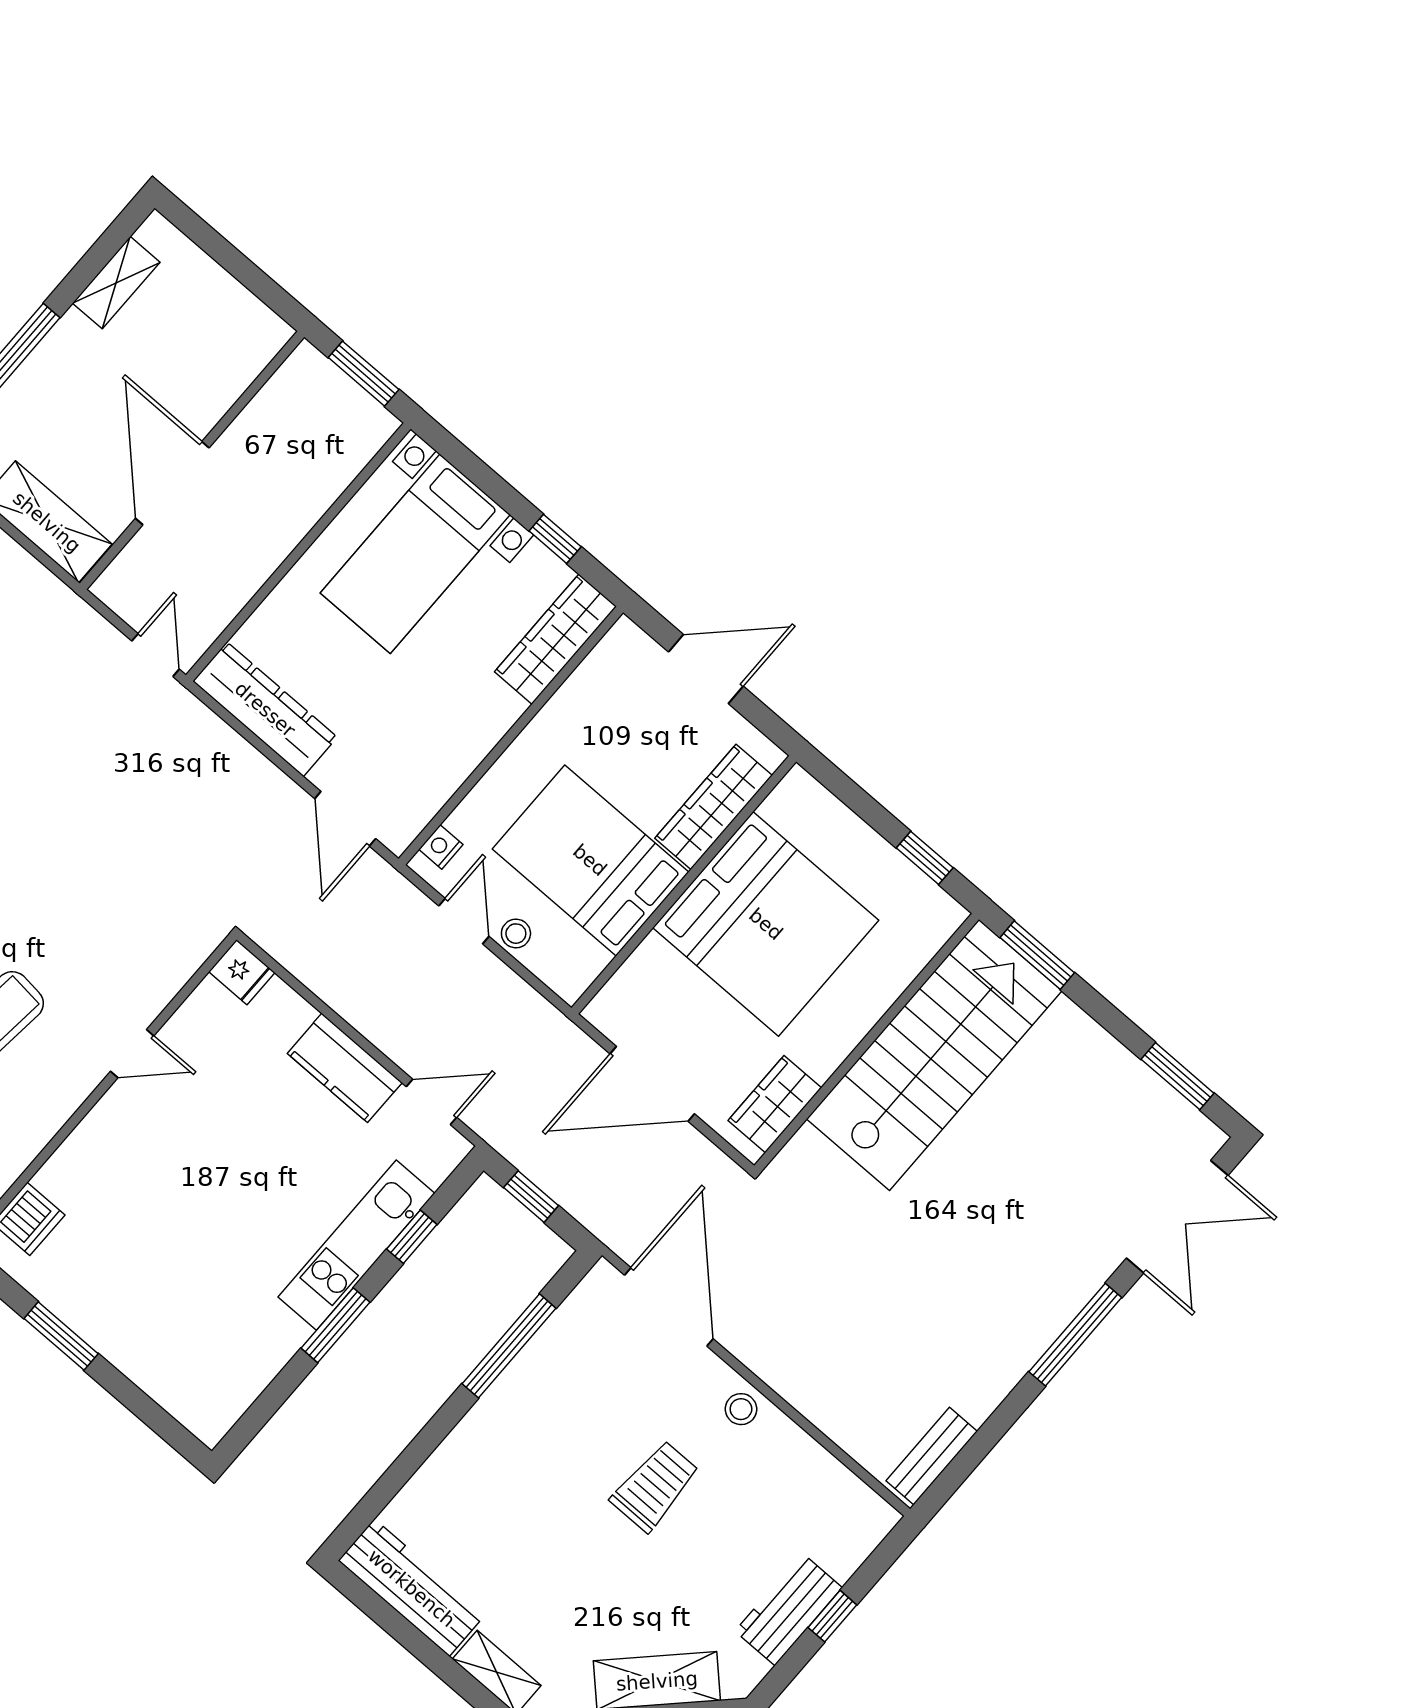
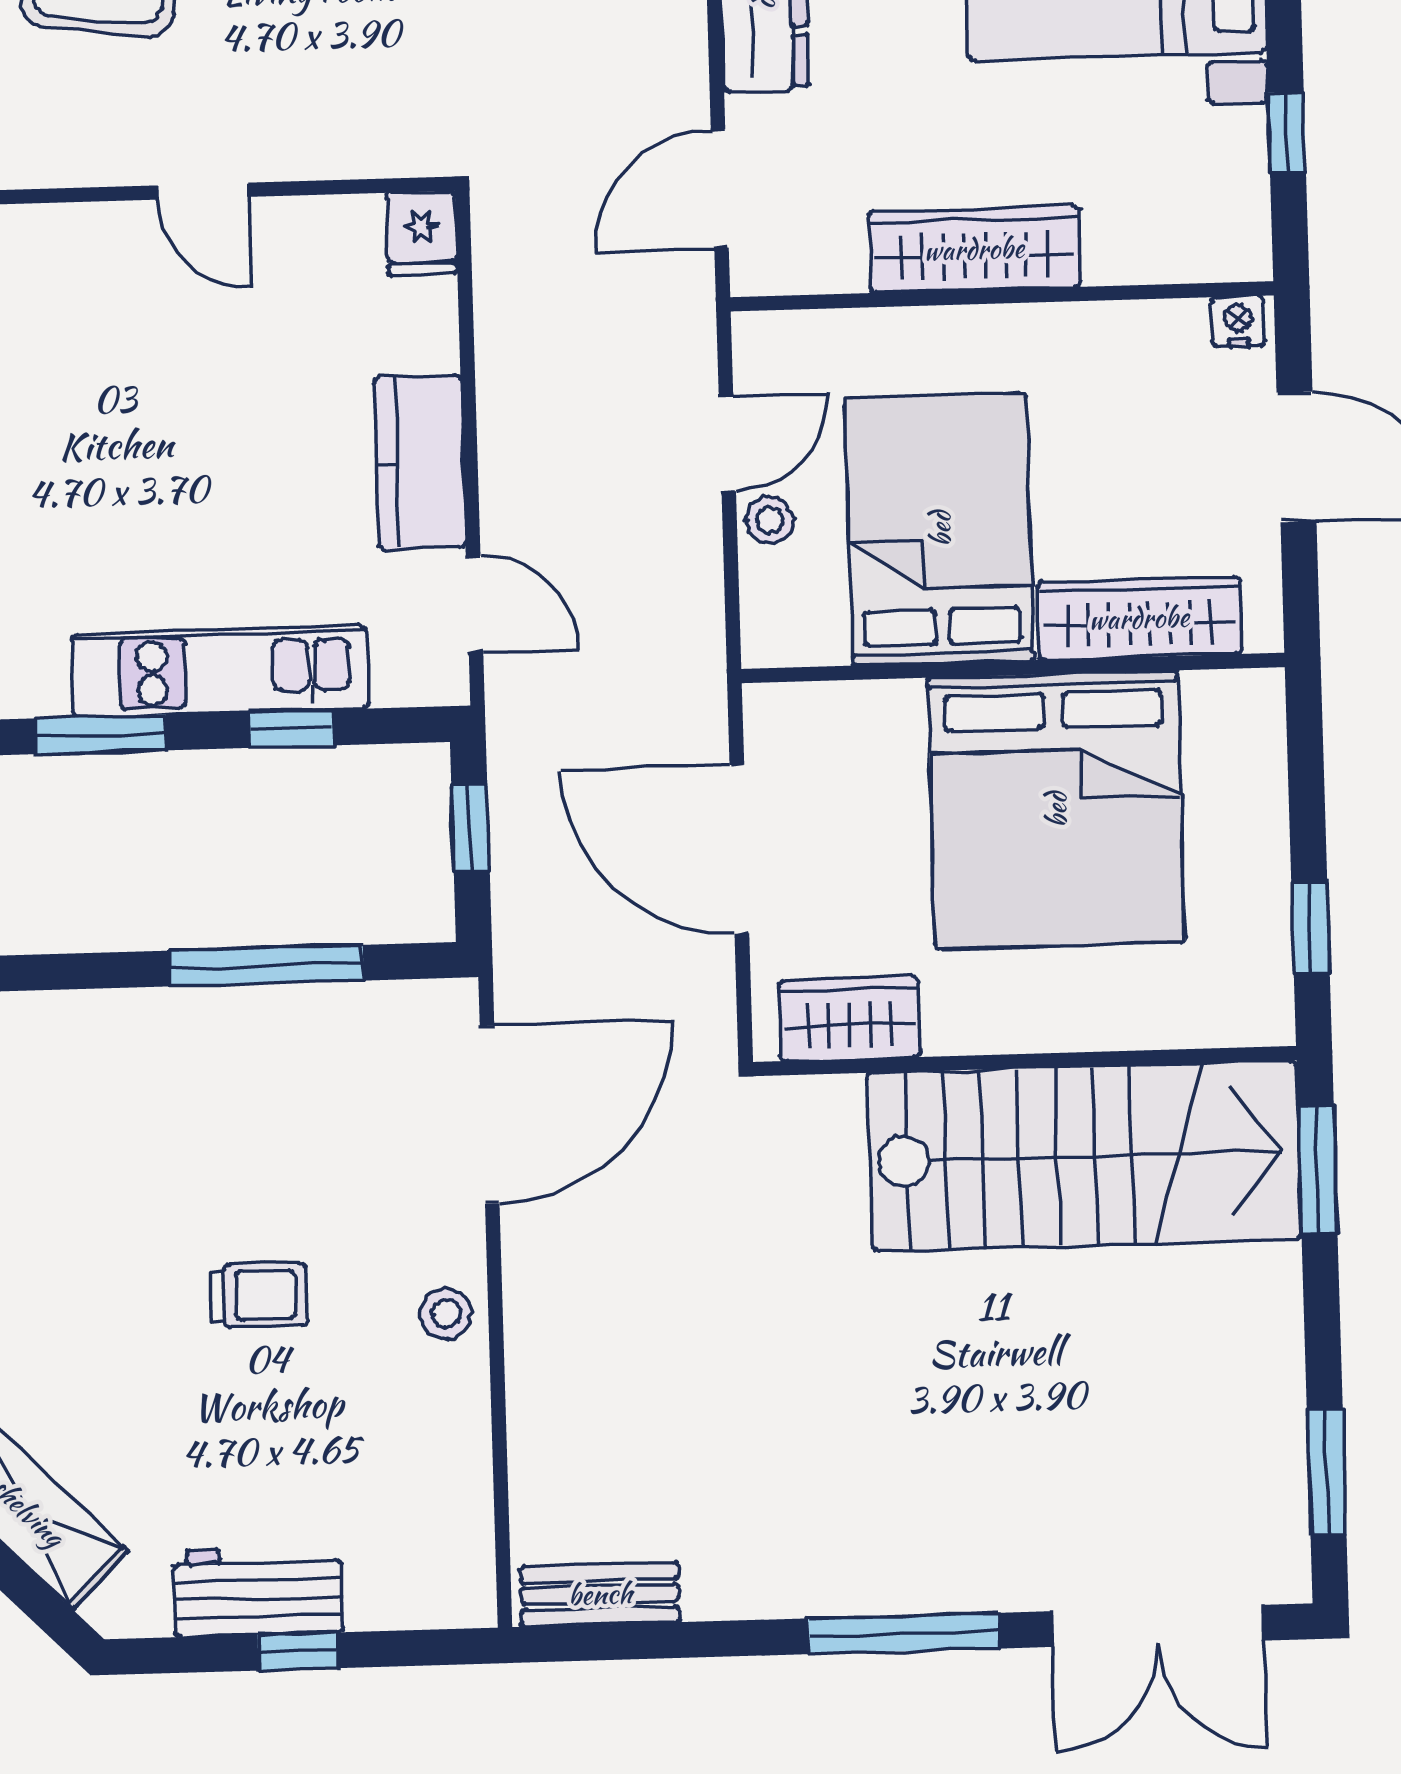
wardrobe: (555, 639) -> (974, 249), moved
nightstand: (441, 847) -> (1238, 321), moved
trolley: (655, 1486) -> (259, 1295), width x0.73, depth x0.72

